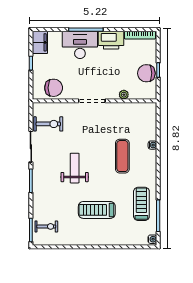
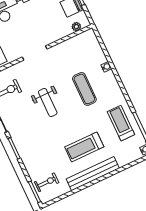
plant: (124, 95) -> (76, 27), moved
weight bench: (75, 168) -> (48, 103), moved, turned 180
bench: (93, 239) -> (93, 174), added

